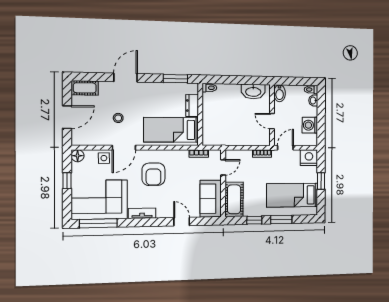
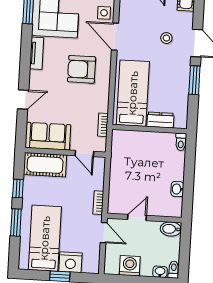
window: (175, 79) -> (194, 80), moved
washbasin: (253, 91) -> (177, 189), width x0.52, depth x0.69
stool: (118, 118) -> (166, 38), moved
nightstand: (309, 158) -> (70, 262), moved, turned 90

